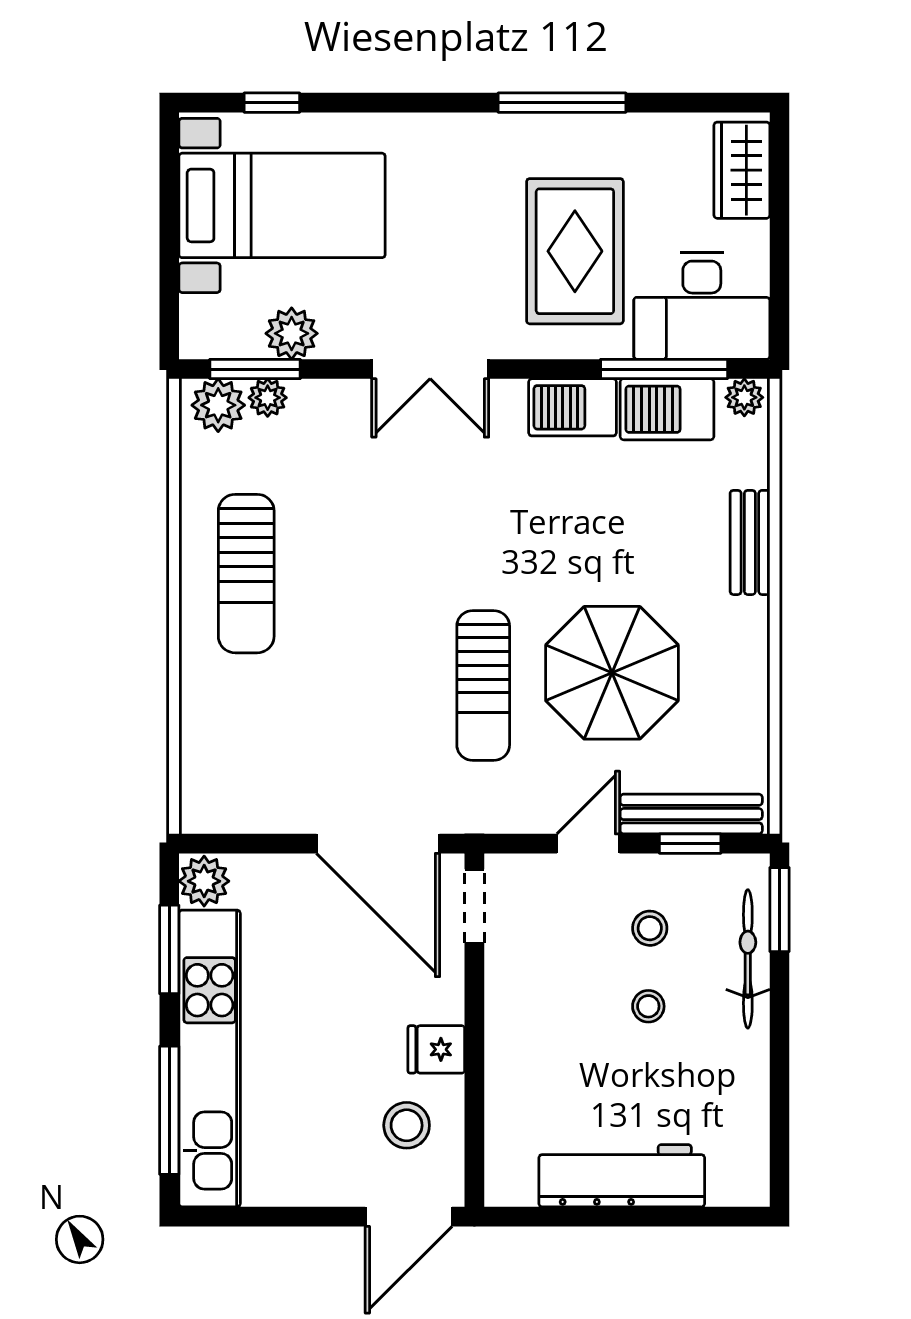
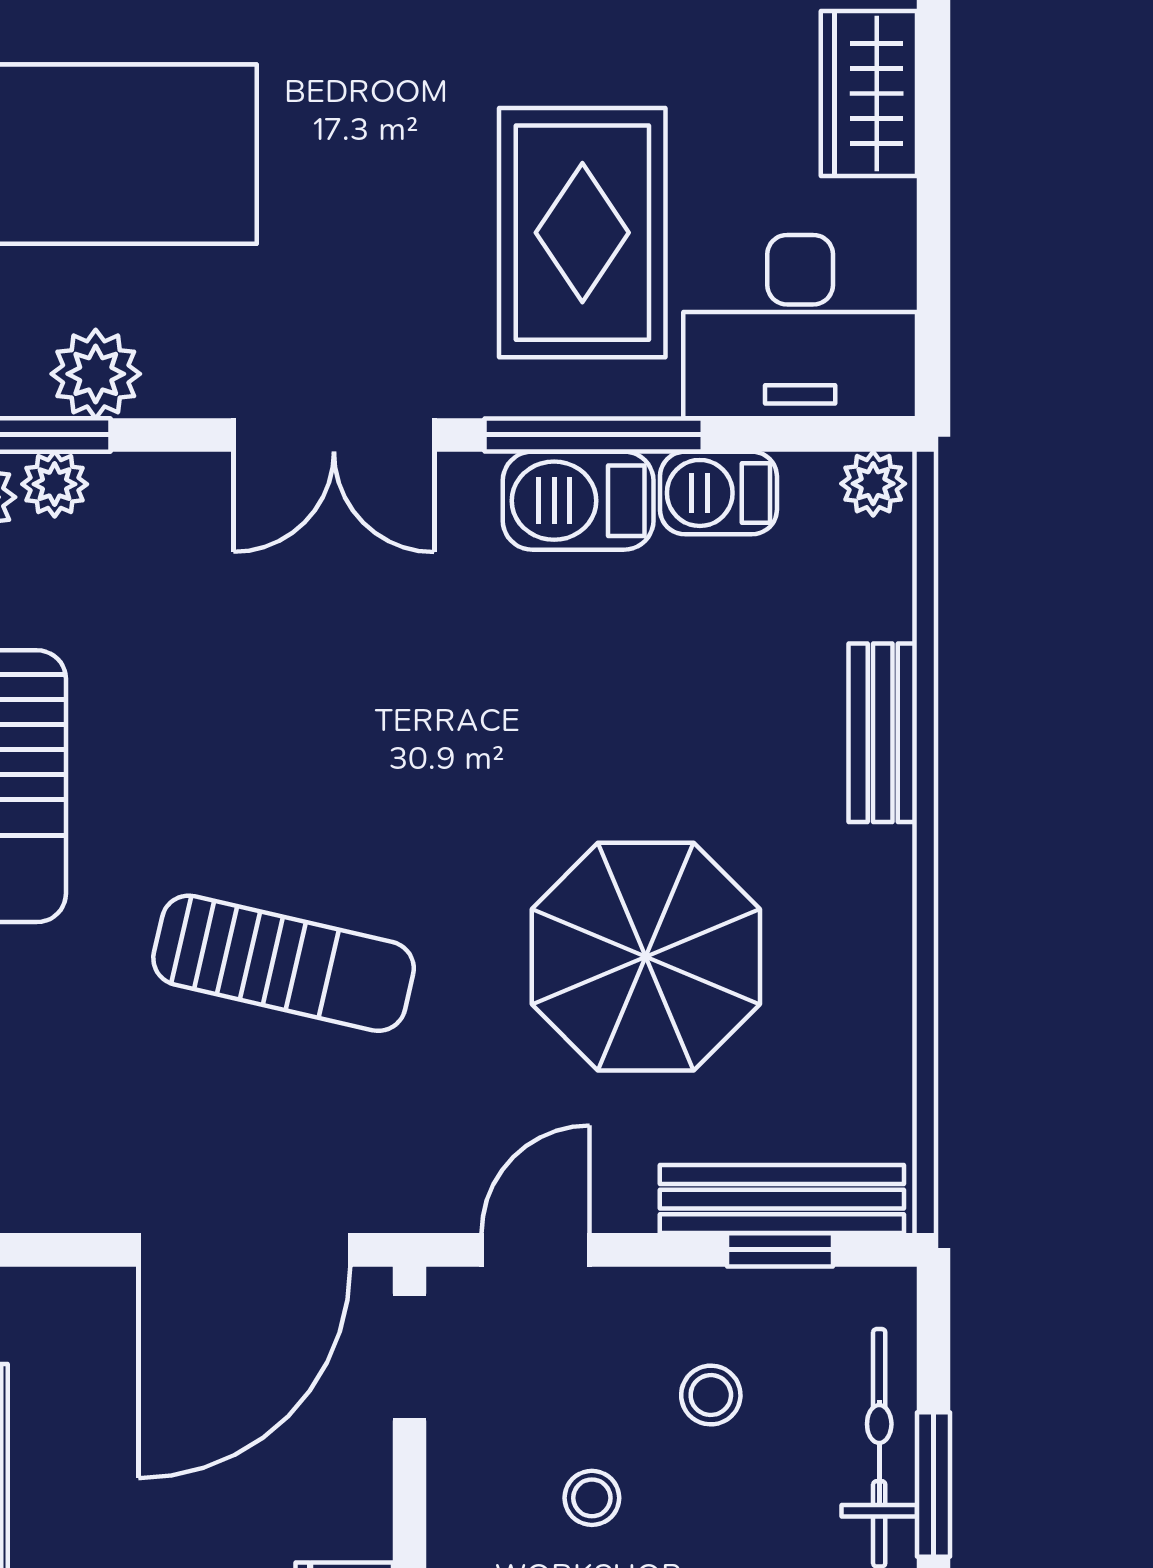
window: (664, 369) -> (594, 435), moved
barbecue: (667, 409) -> (718, 493), width x0.73, depth x0.79
sun lounger: (483, 686) -> (284, 963), moved, turned -77
door: (378, 844) -> (244, 1250), hinge flipped
door: (588, 844) -> (536, 1250), moved
window: (779, 910) -> (934, 1485), moved
stool: (648, 1006) -> (592, 1498), moved

